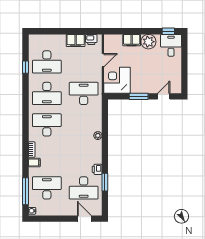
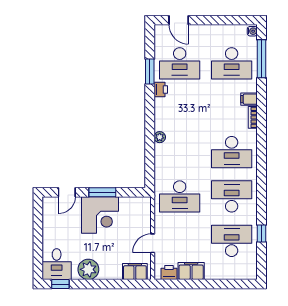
filing cabinet: (132, 40) -> (135, 272), moved
corner desk: (117, 80) -> (100, 215), moved
desk: (84, 188) -> (180, 63), turned 180

